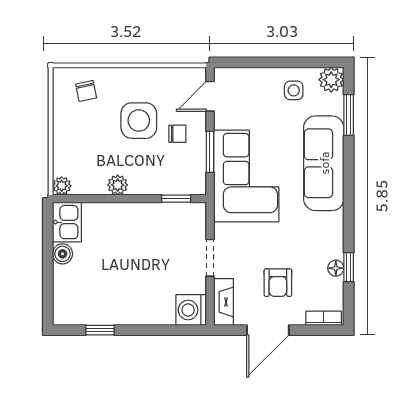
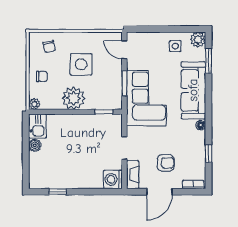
door: (210, 96) -> (124, 50), hinge flipped
chair: (177, 134) -> (42, 76), moved
plant: (118, 185) -> (74, 98), width x1.88, depth x1.88
floor lamp: (336, 268) -> (201, 125), moved
armchair: (278, 283) -> (166, 163), turned -90

